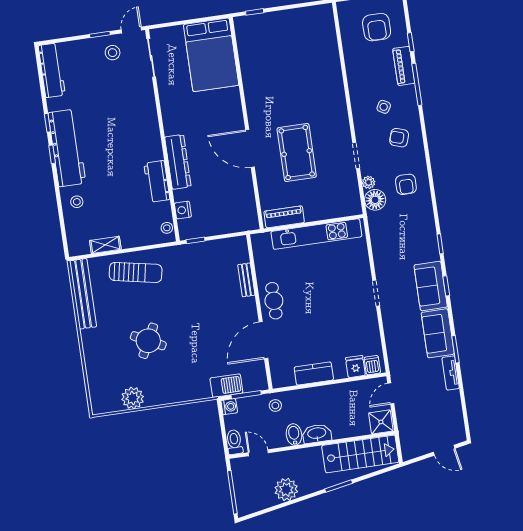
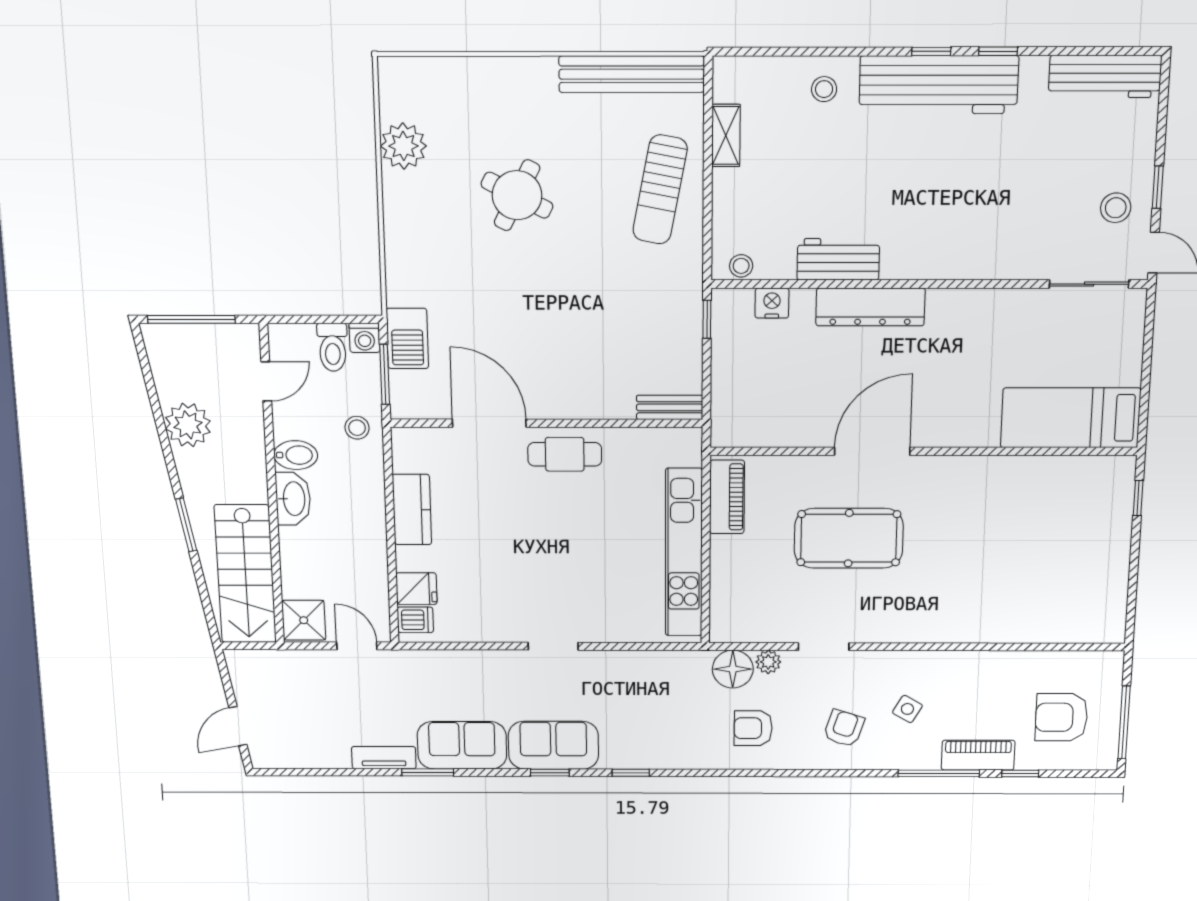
bed: (211, 55) -> (1071, 418), width x0.67
bench: (246, 280) -> (670, 407), moved
toilet: (234, 442) -> (333, 347), moved, turned 90

